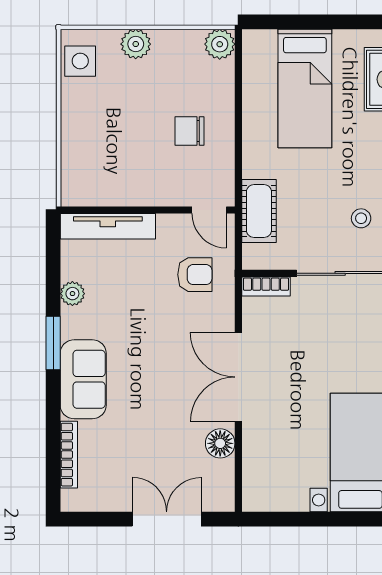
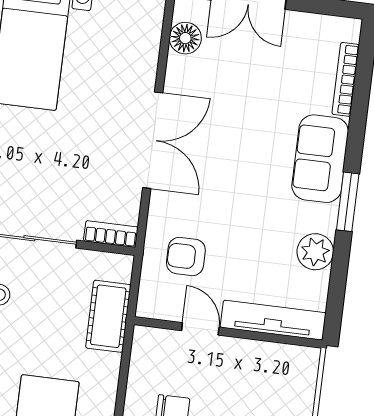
door: (209, 210) -> (200, 329), moved
plant: (72, 294) -> (315, 252), width x1.38, depth x1.38
floor lamp: (220, 443) -> (185, 38), moved

